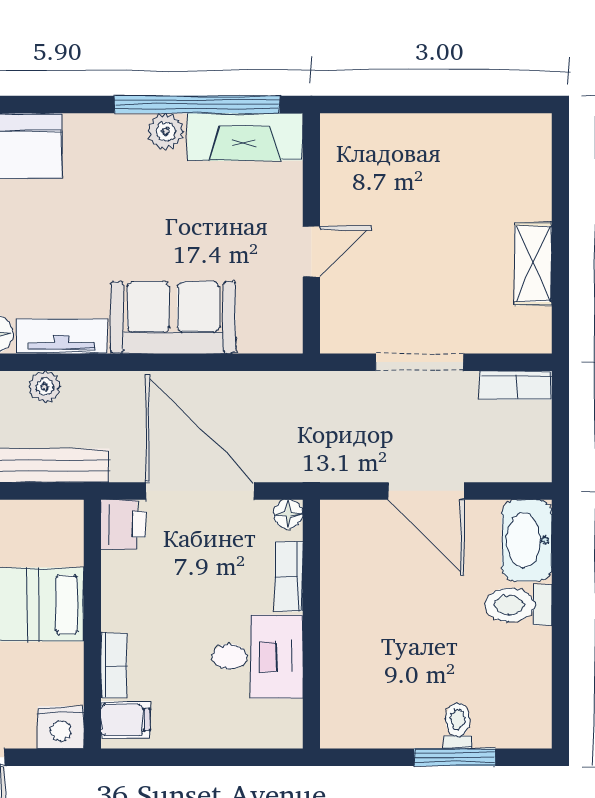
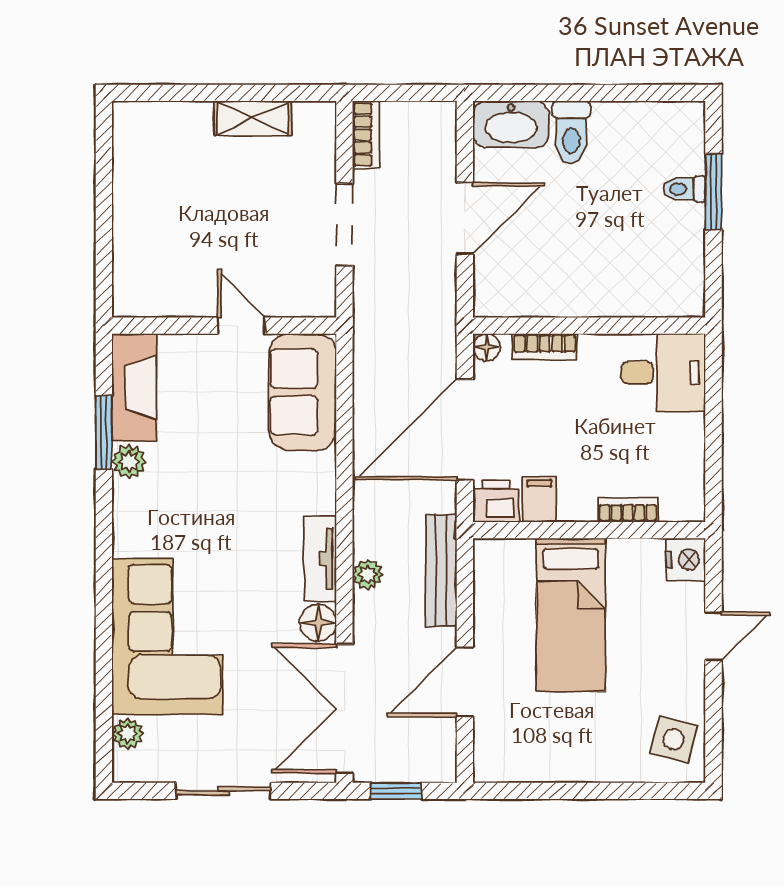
window: (197, 105) -> (104, 432), width x0.47
sofa: (173, 317) -> (303, 392), moved
desk: (258, 657) -> (663, 373), moved, turned 90
filing cabinet: (125, 720) -> (539, 499), moved

